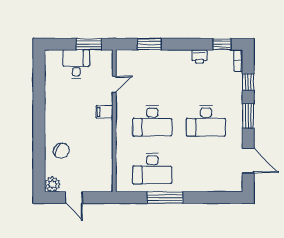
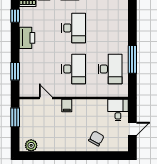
printer: (199, 57) -> (27, 38), width x1.87, depth x1.48
desk: (76, 64) -> (118, 110), moved, turned 90
plant: (52, 184) -> (31, 145), moved

